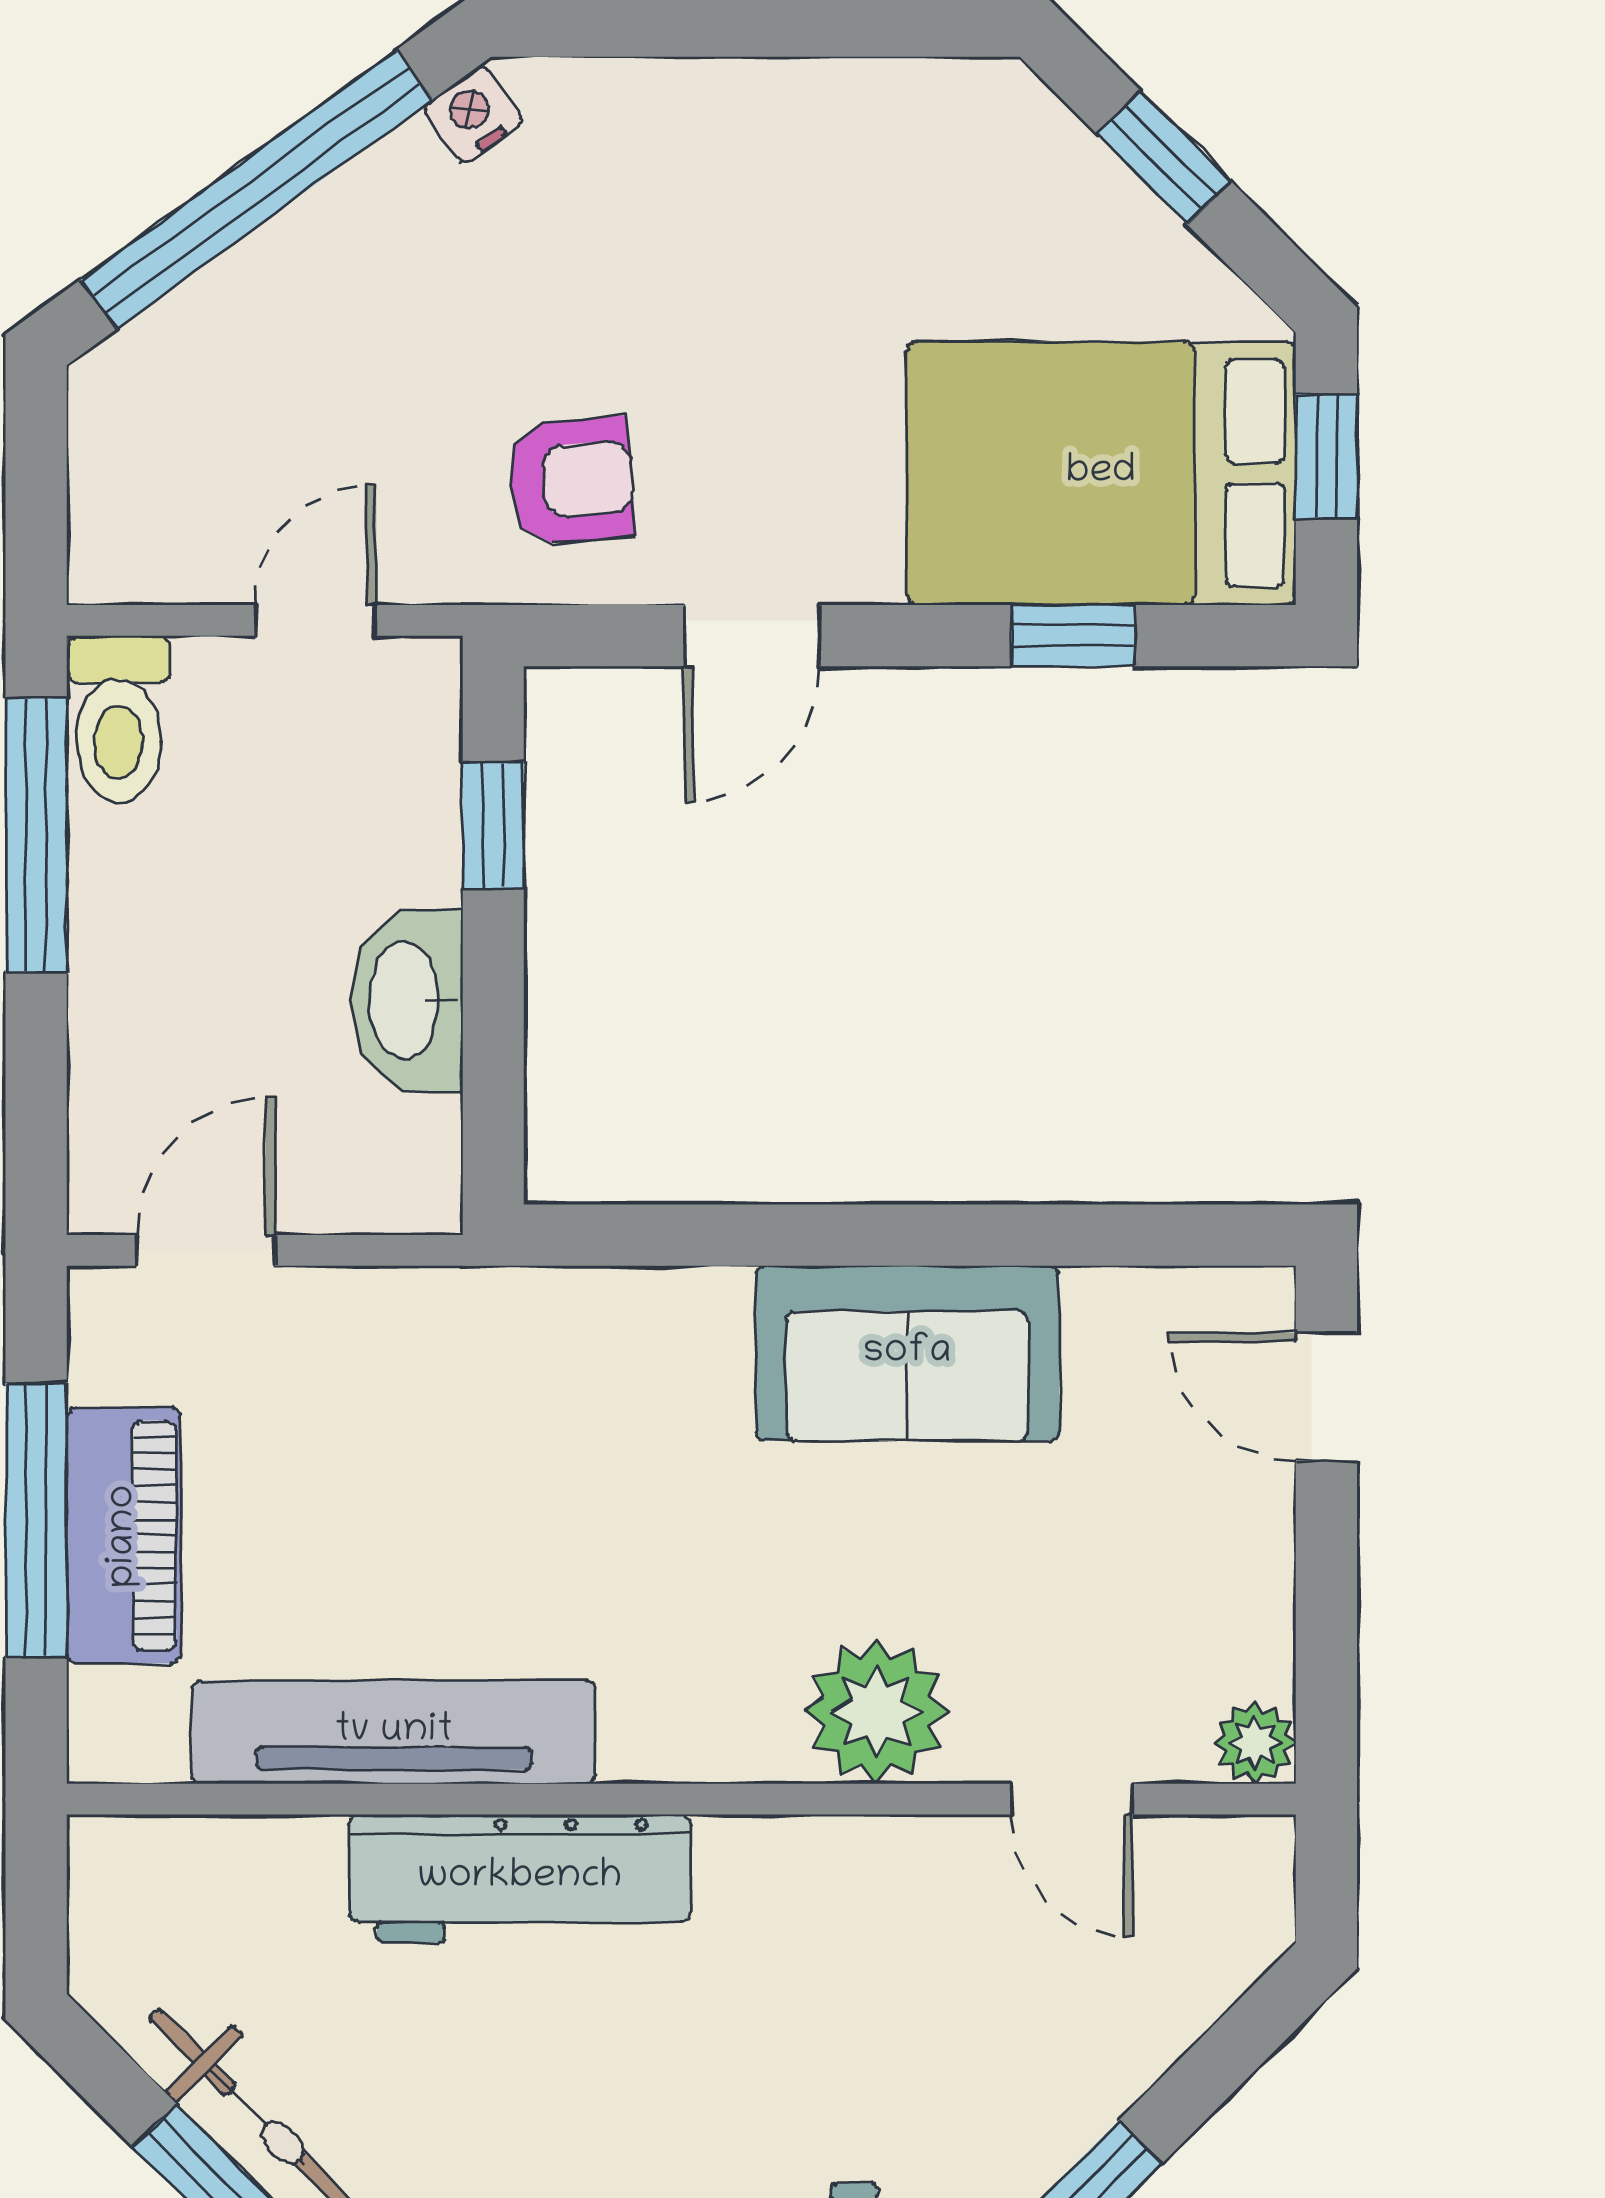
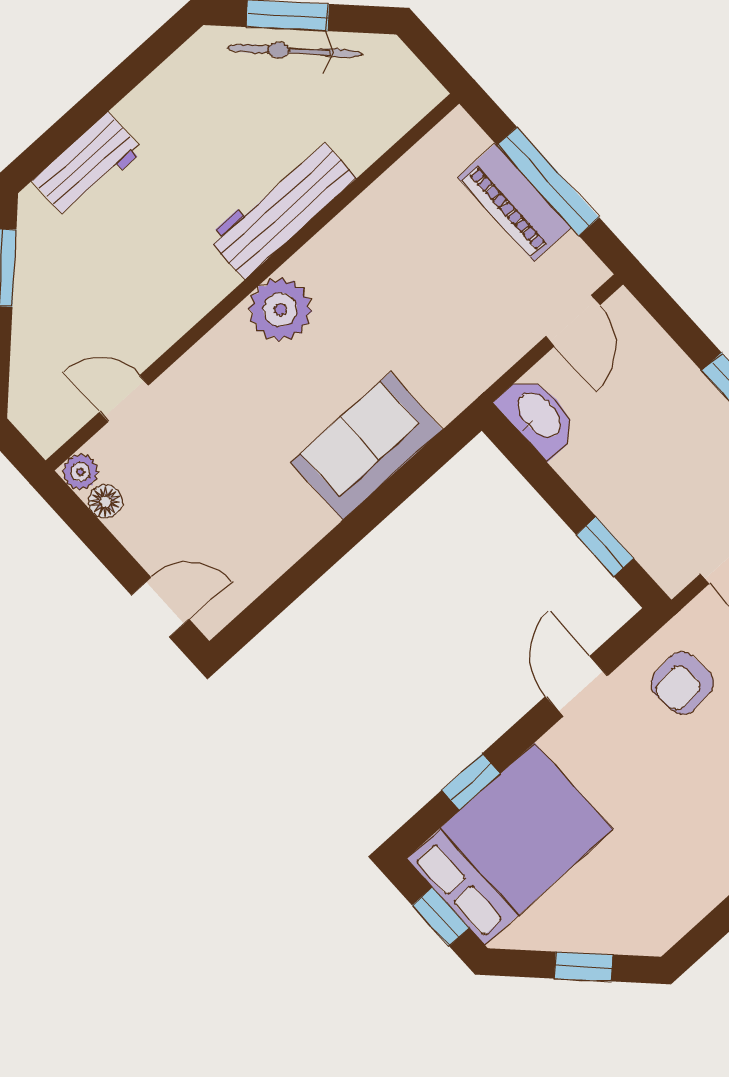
washbasin: (407, 1000) -> (538, 416), moved
sofa: (907, 1353) -> (367, 446), moved
floor lamp: (1258, 1656) -> (105, 501), added
plant: (877, 1711) -> (280, 309), moved
tv unit: (394, 1732) -> (367, 218), removed

